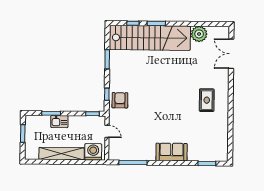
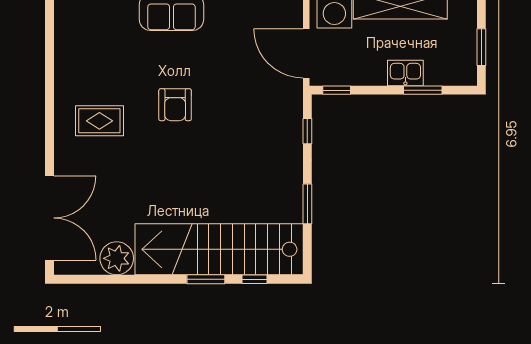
double door: (231, 54) -> (50, 218), width x1.36
armchair: (120, 100) -> (175, 105), moved
rug: (207, 100) -> (99, 121), turned 90
door: (107, 131) -> (306, 54), width x1.87

